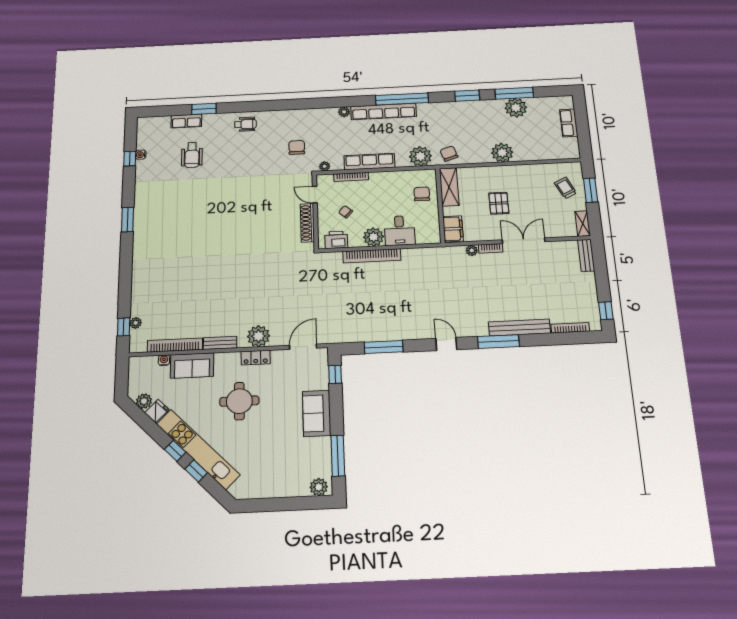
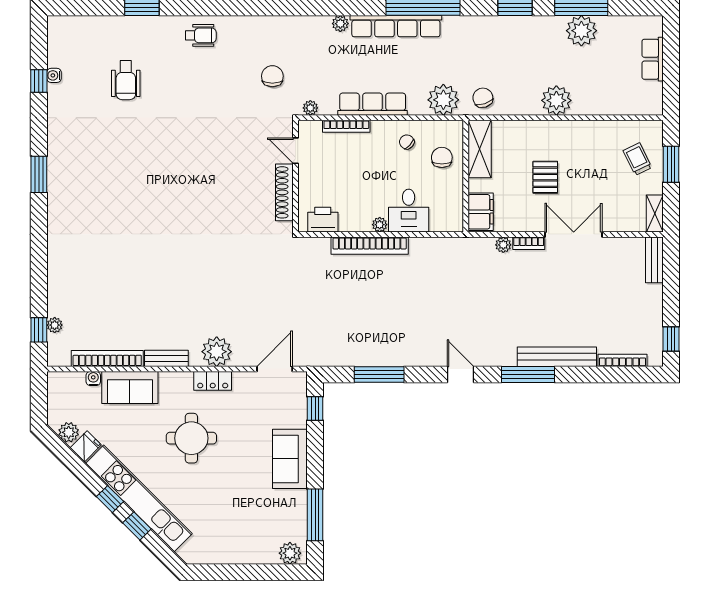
row of seats: (186, 121) -> (117, 26), removed
chair: (346, 212) -> (407, 142), moved
plant: (374, 237) -> (380, 225), width x0.53, depth x0.53

